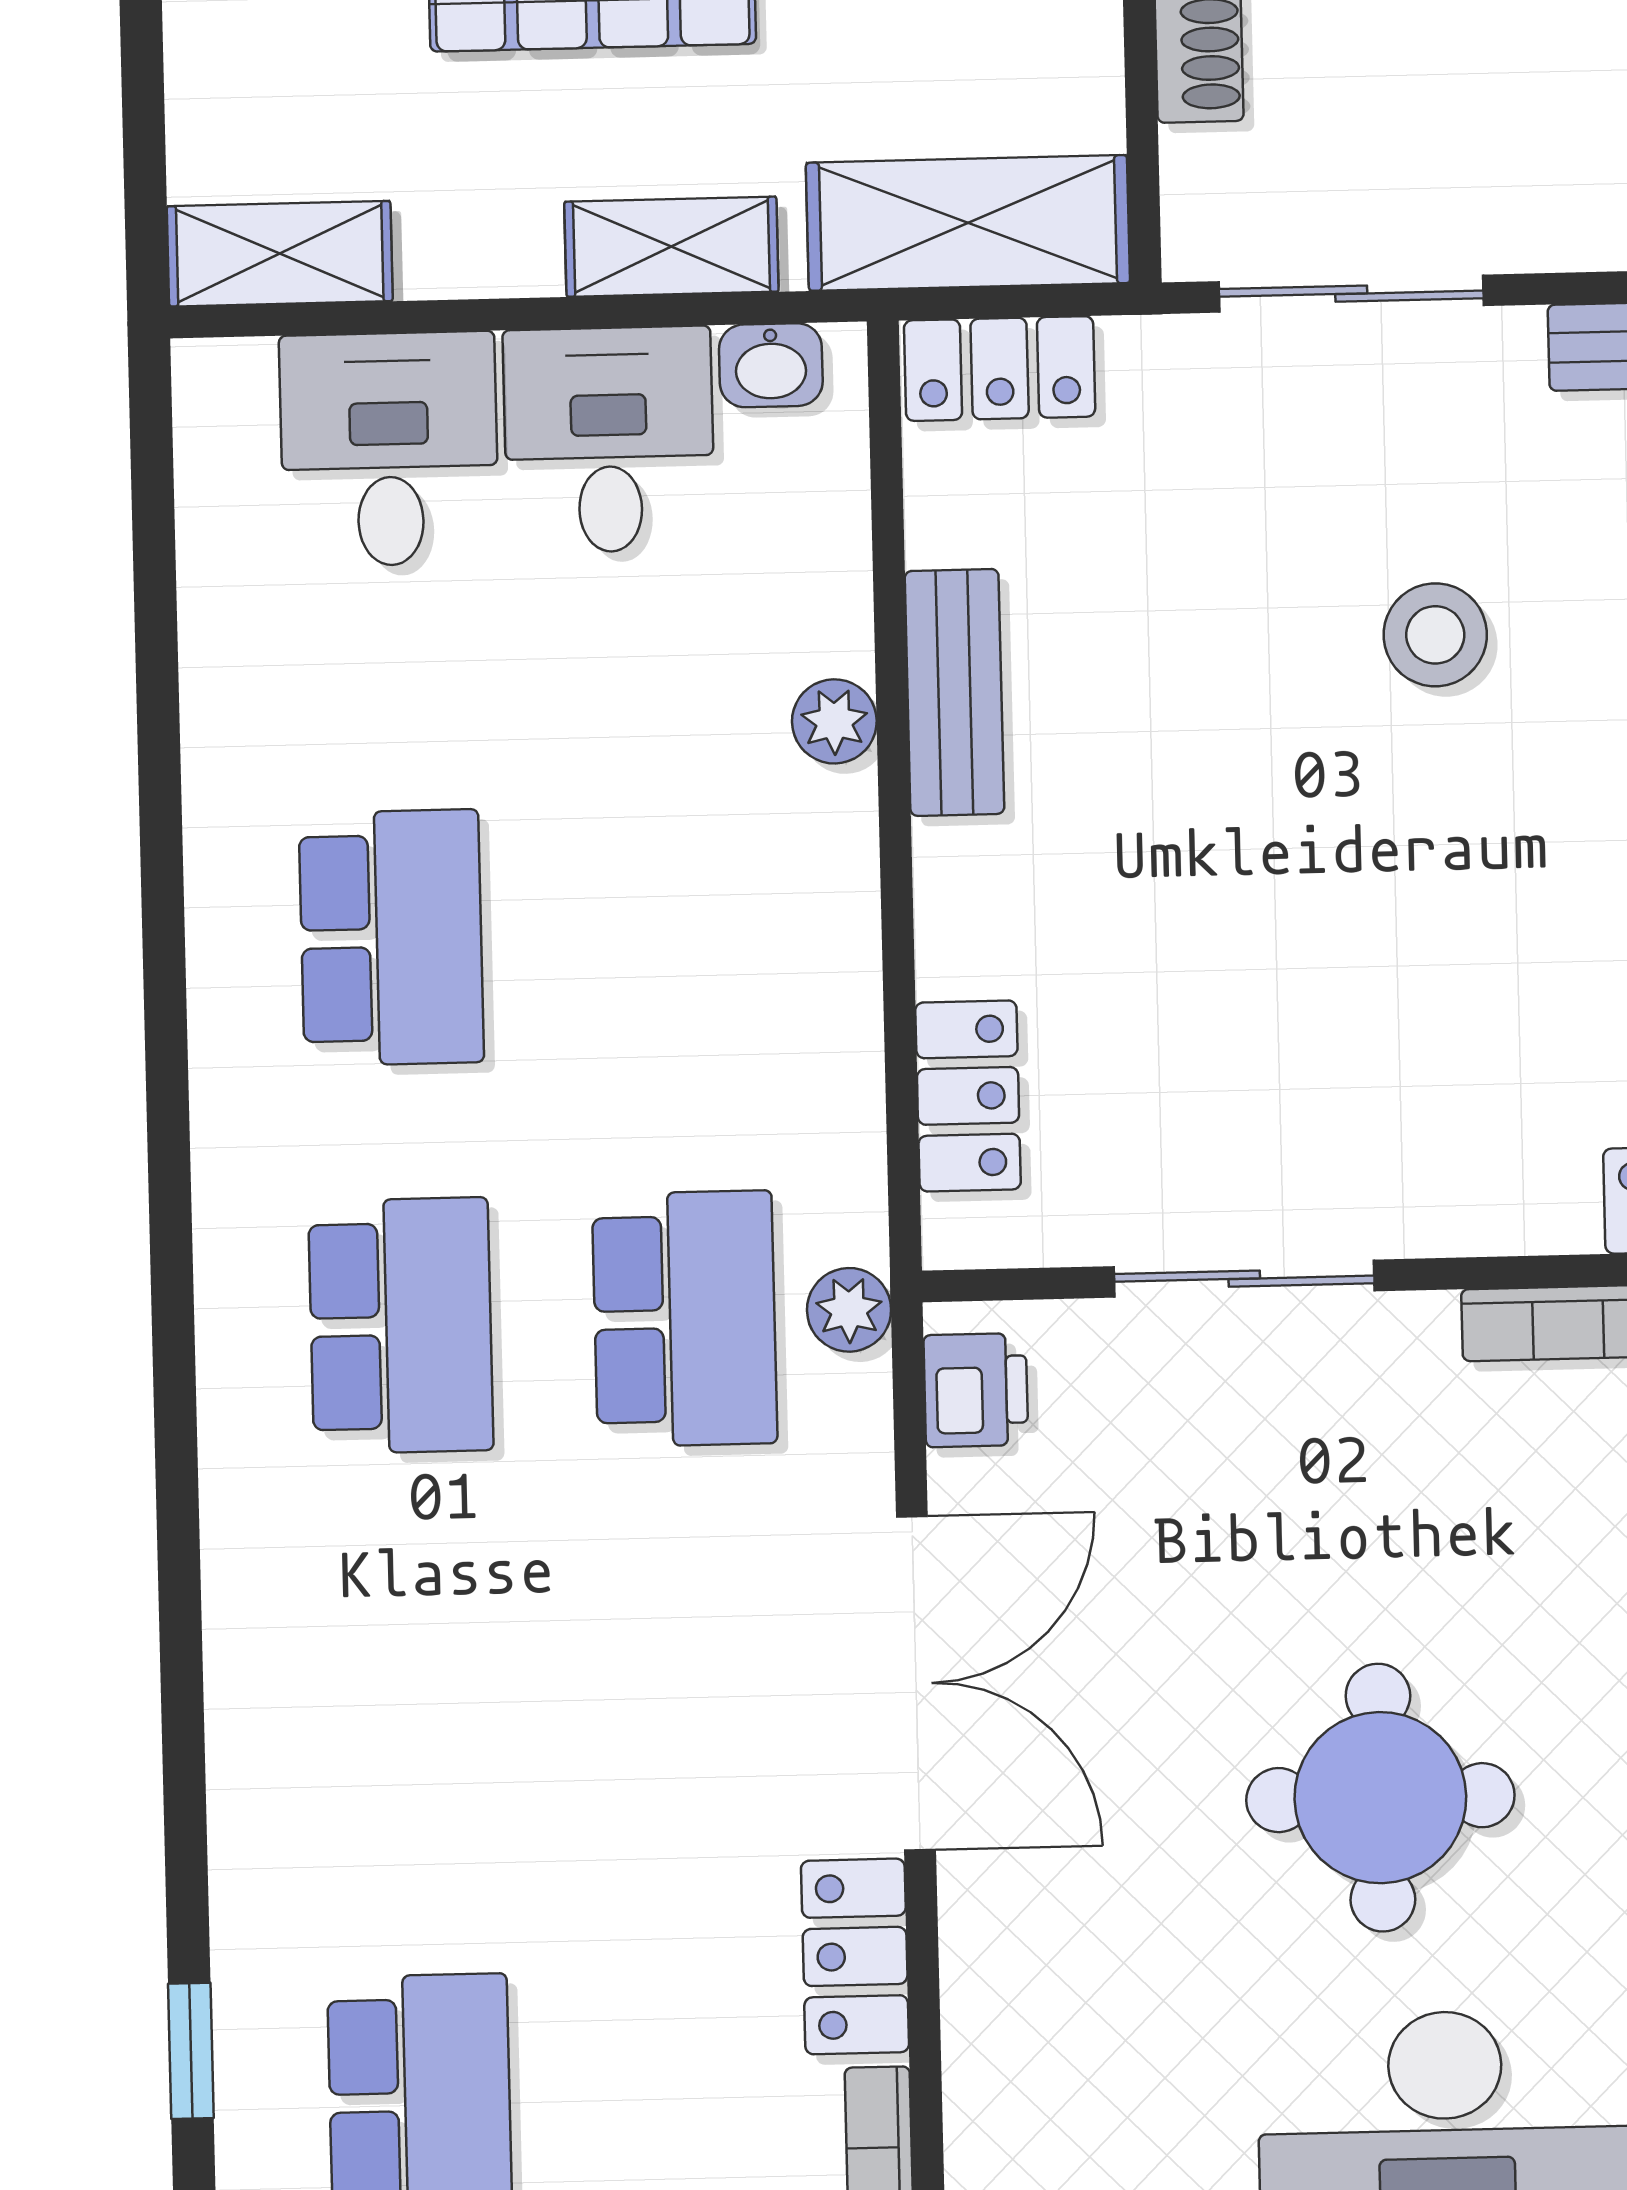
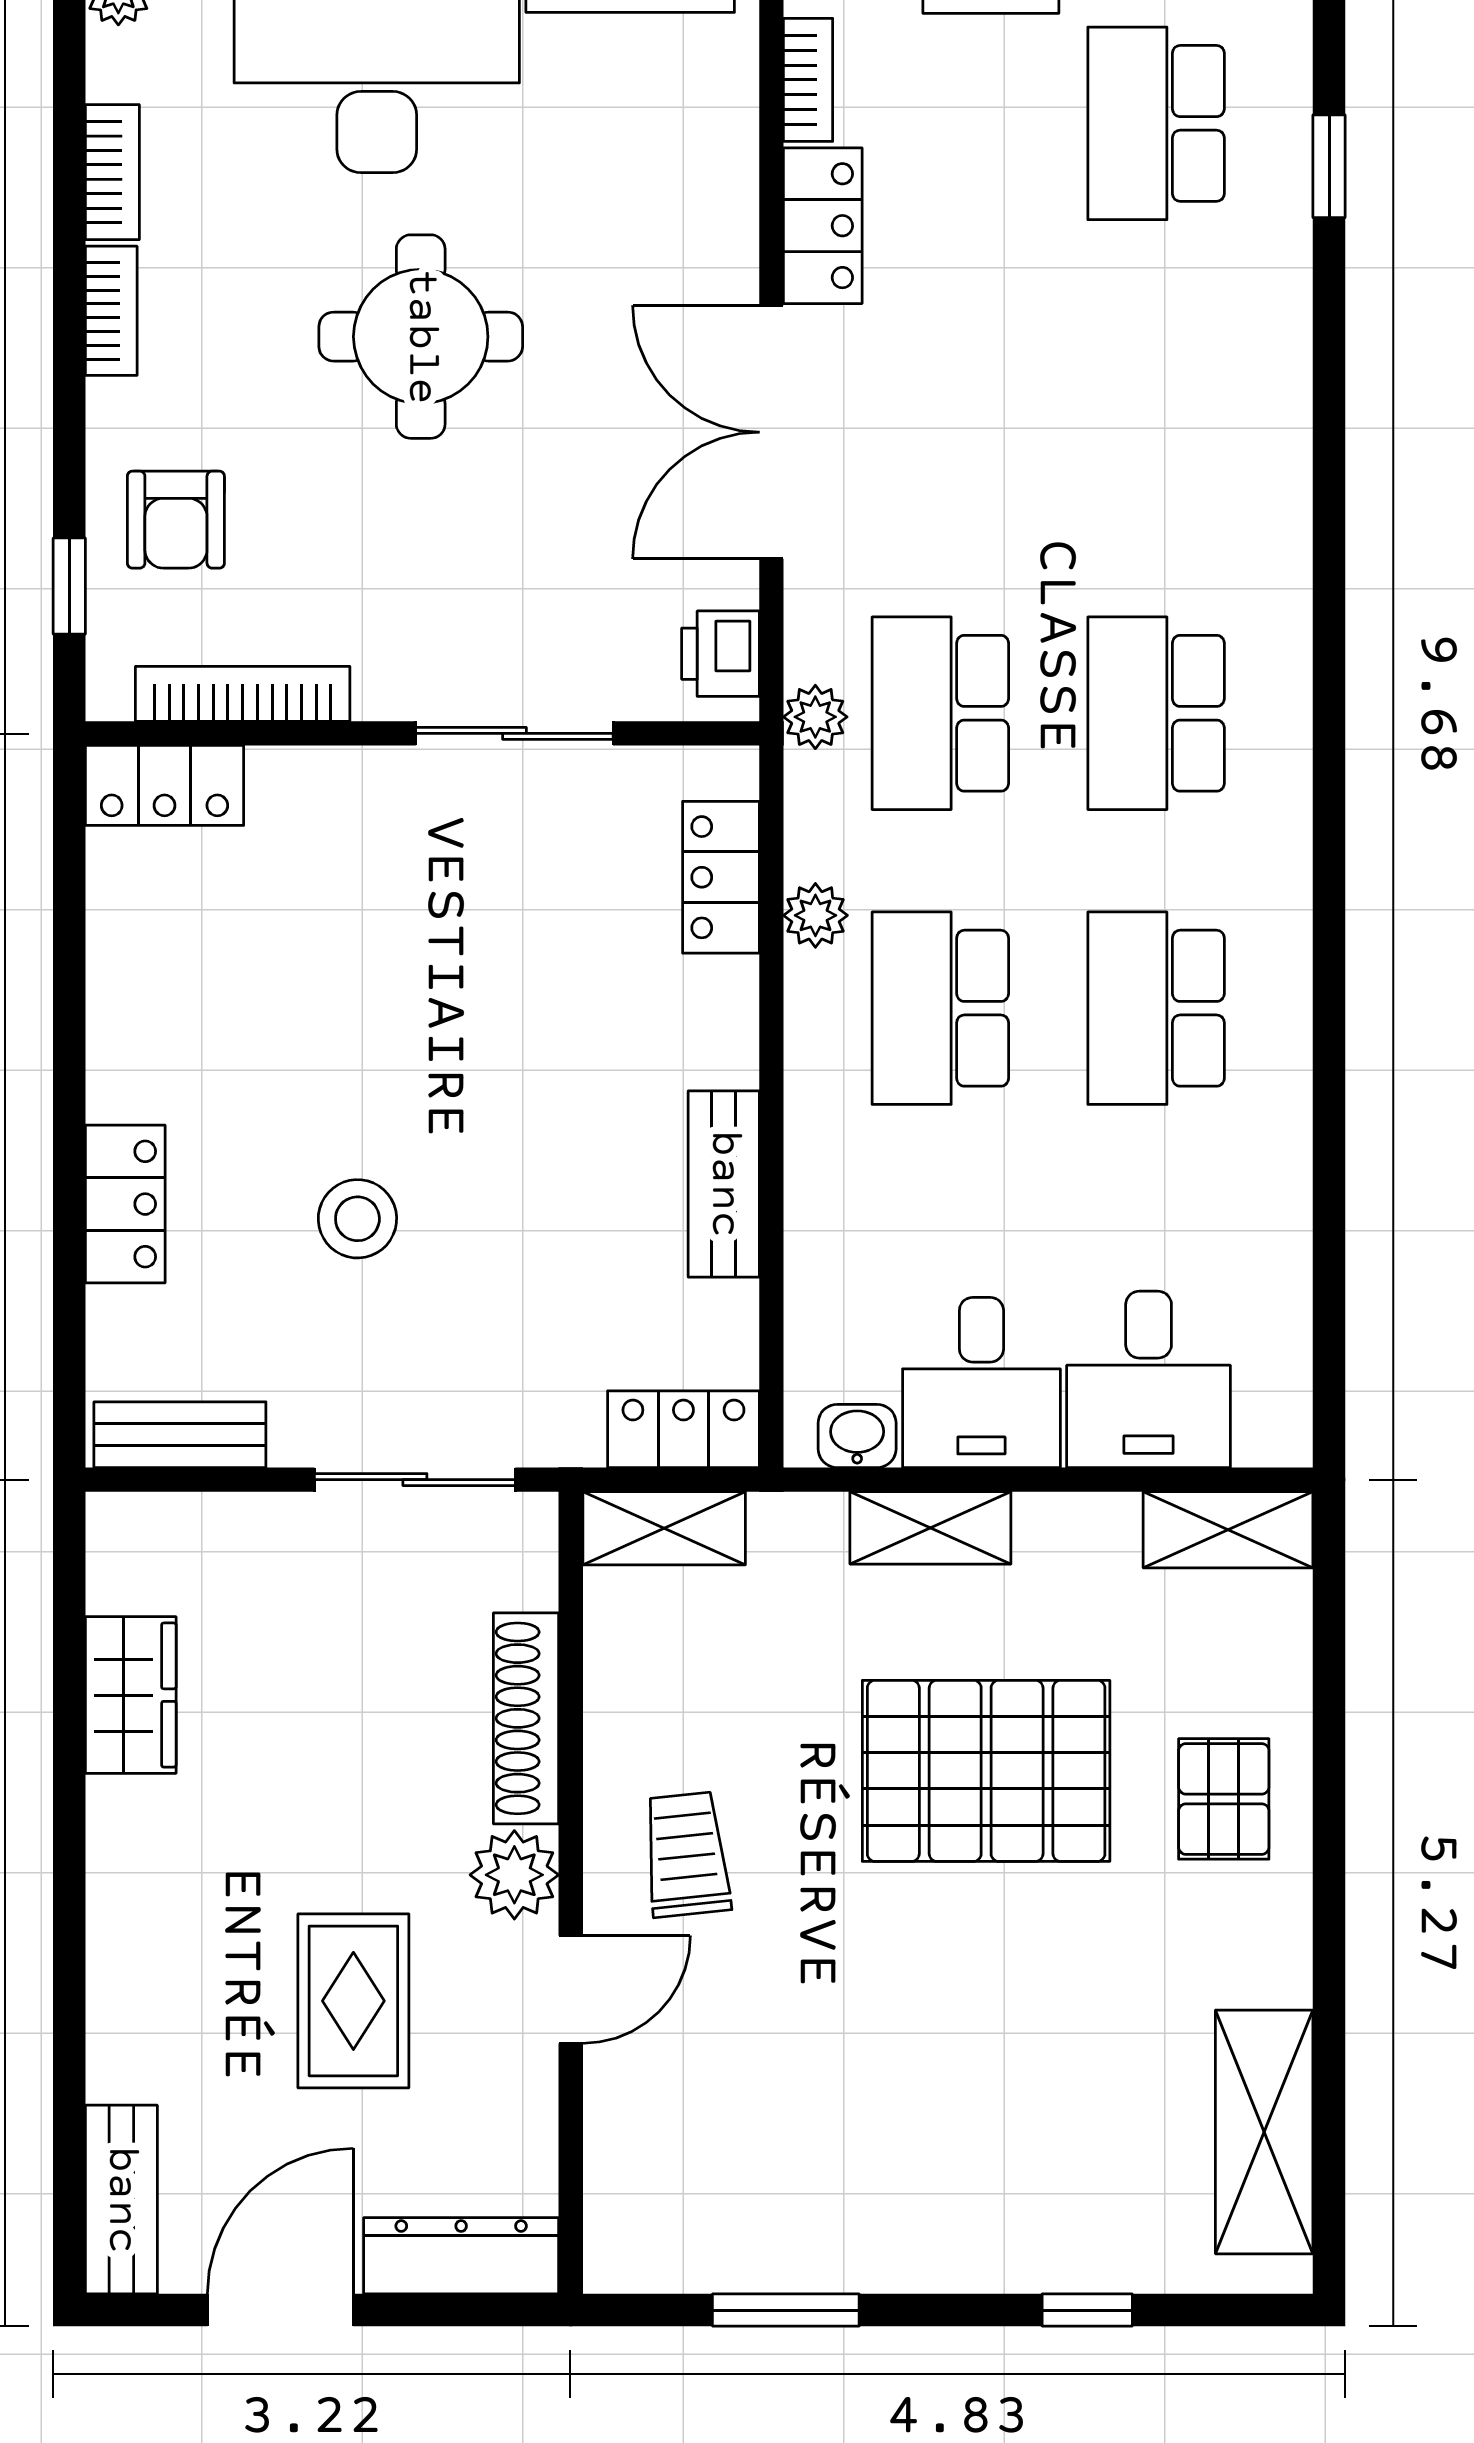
shelving: (968, 223) -> (664, 1528), width x0.67, depth x0.75
plant: (834, 721) -> (815, 915), moved
school desk: (675, 931) -> (940, 1008), added

